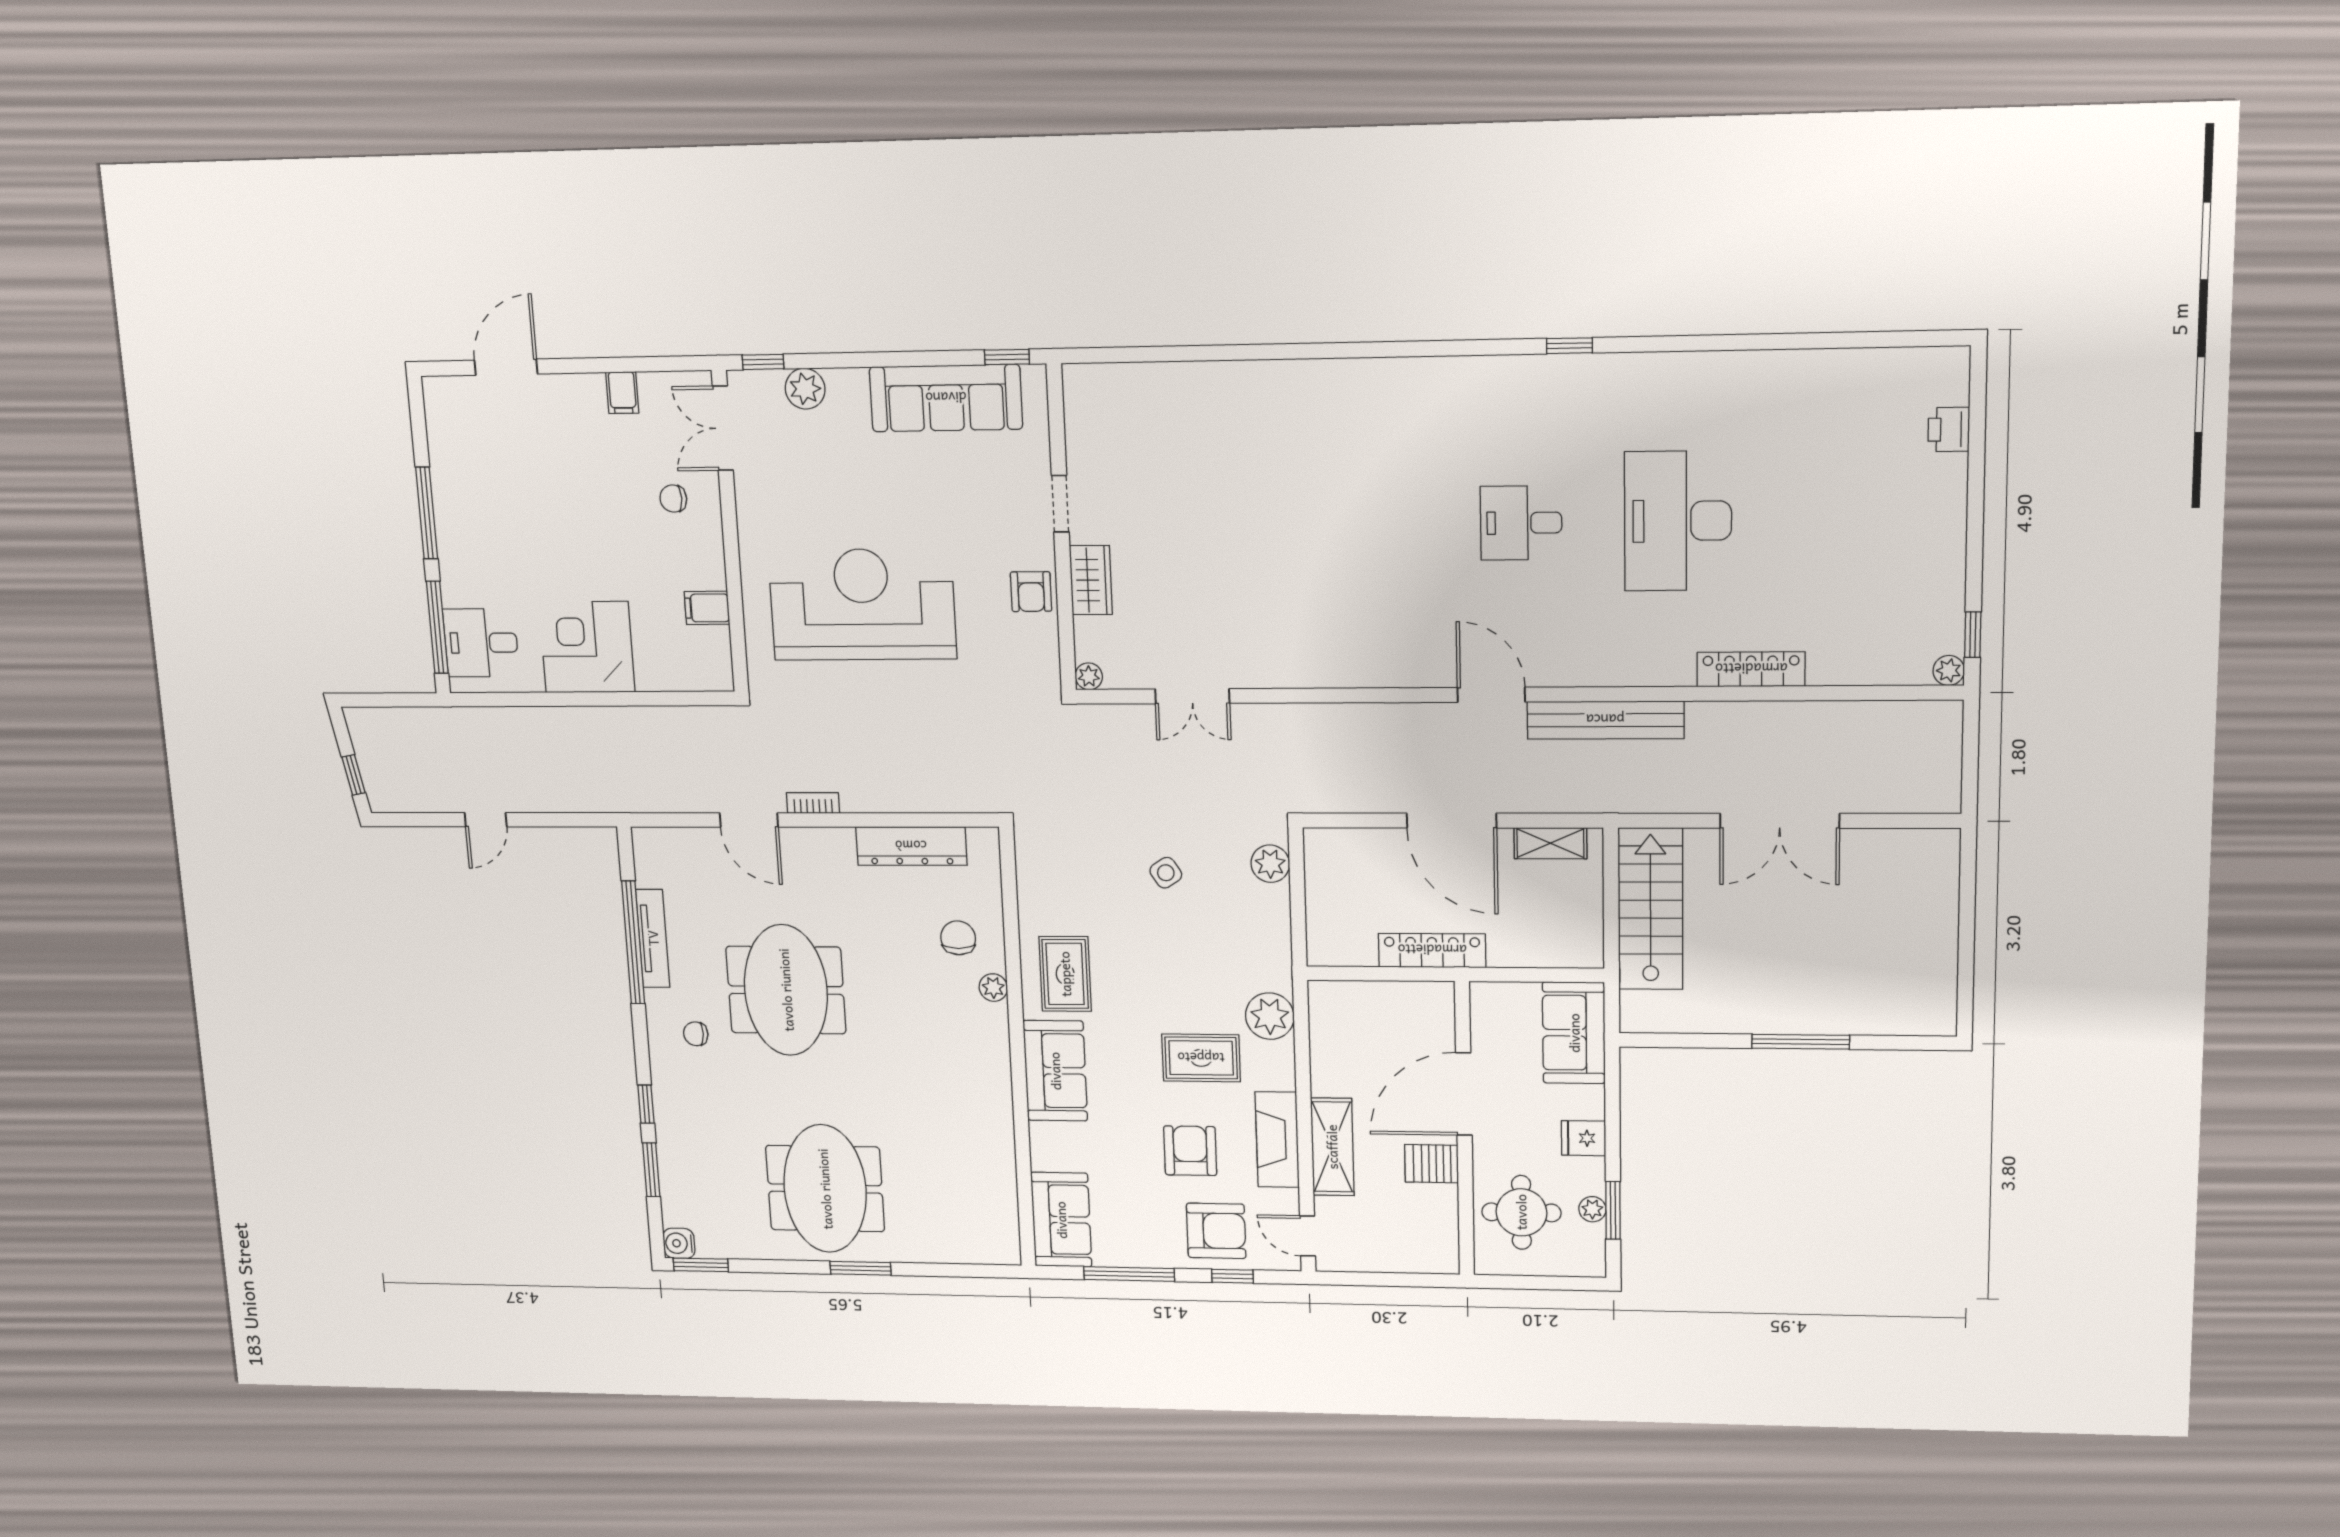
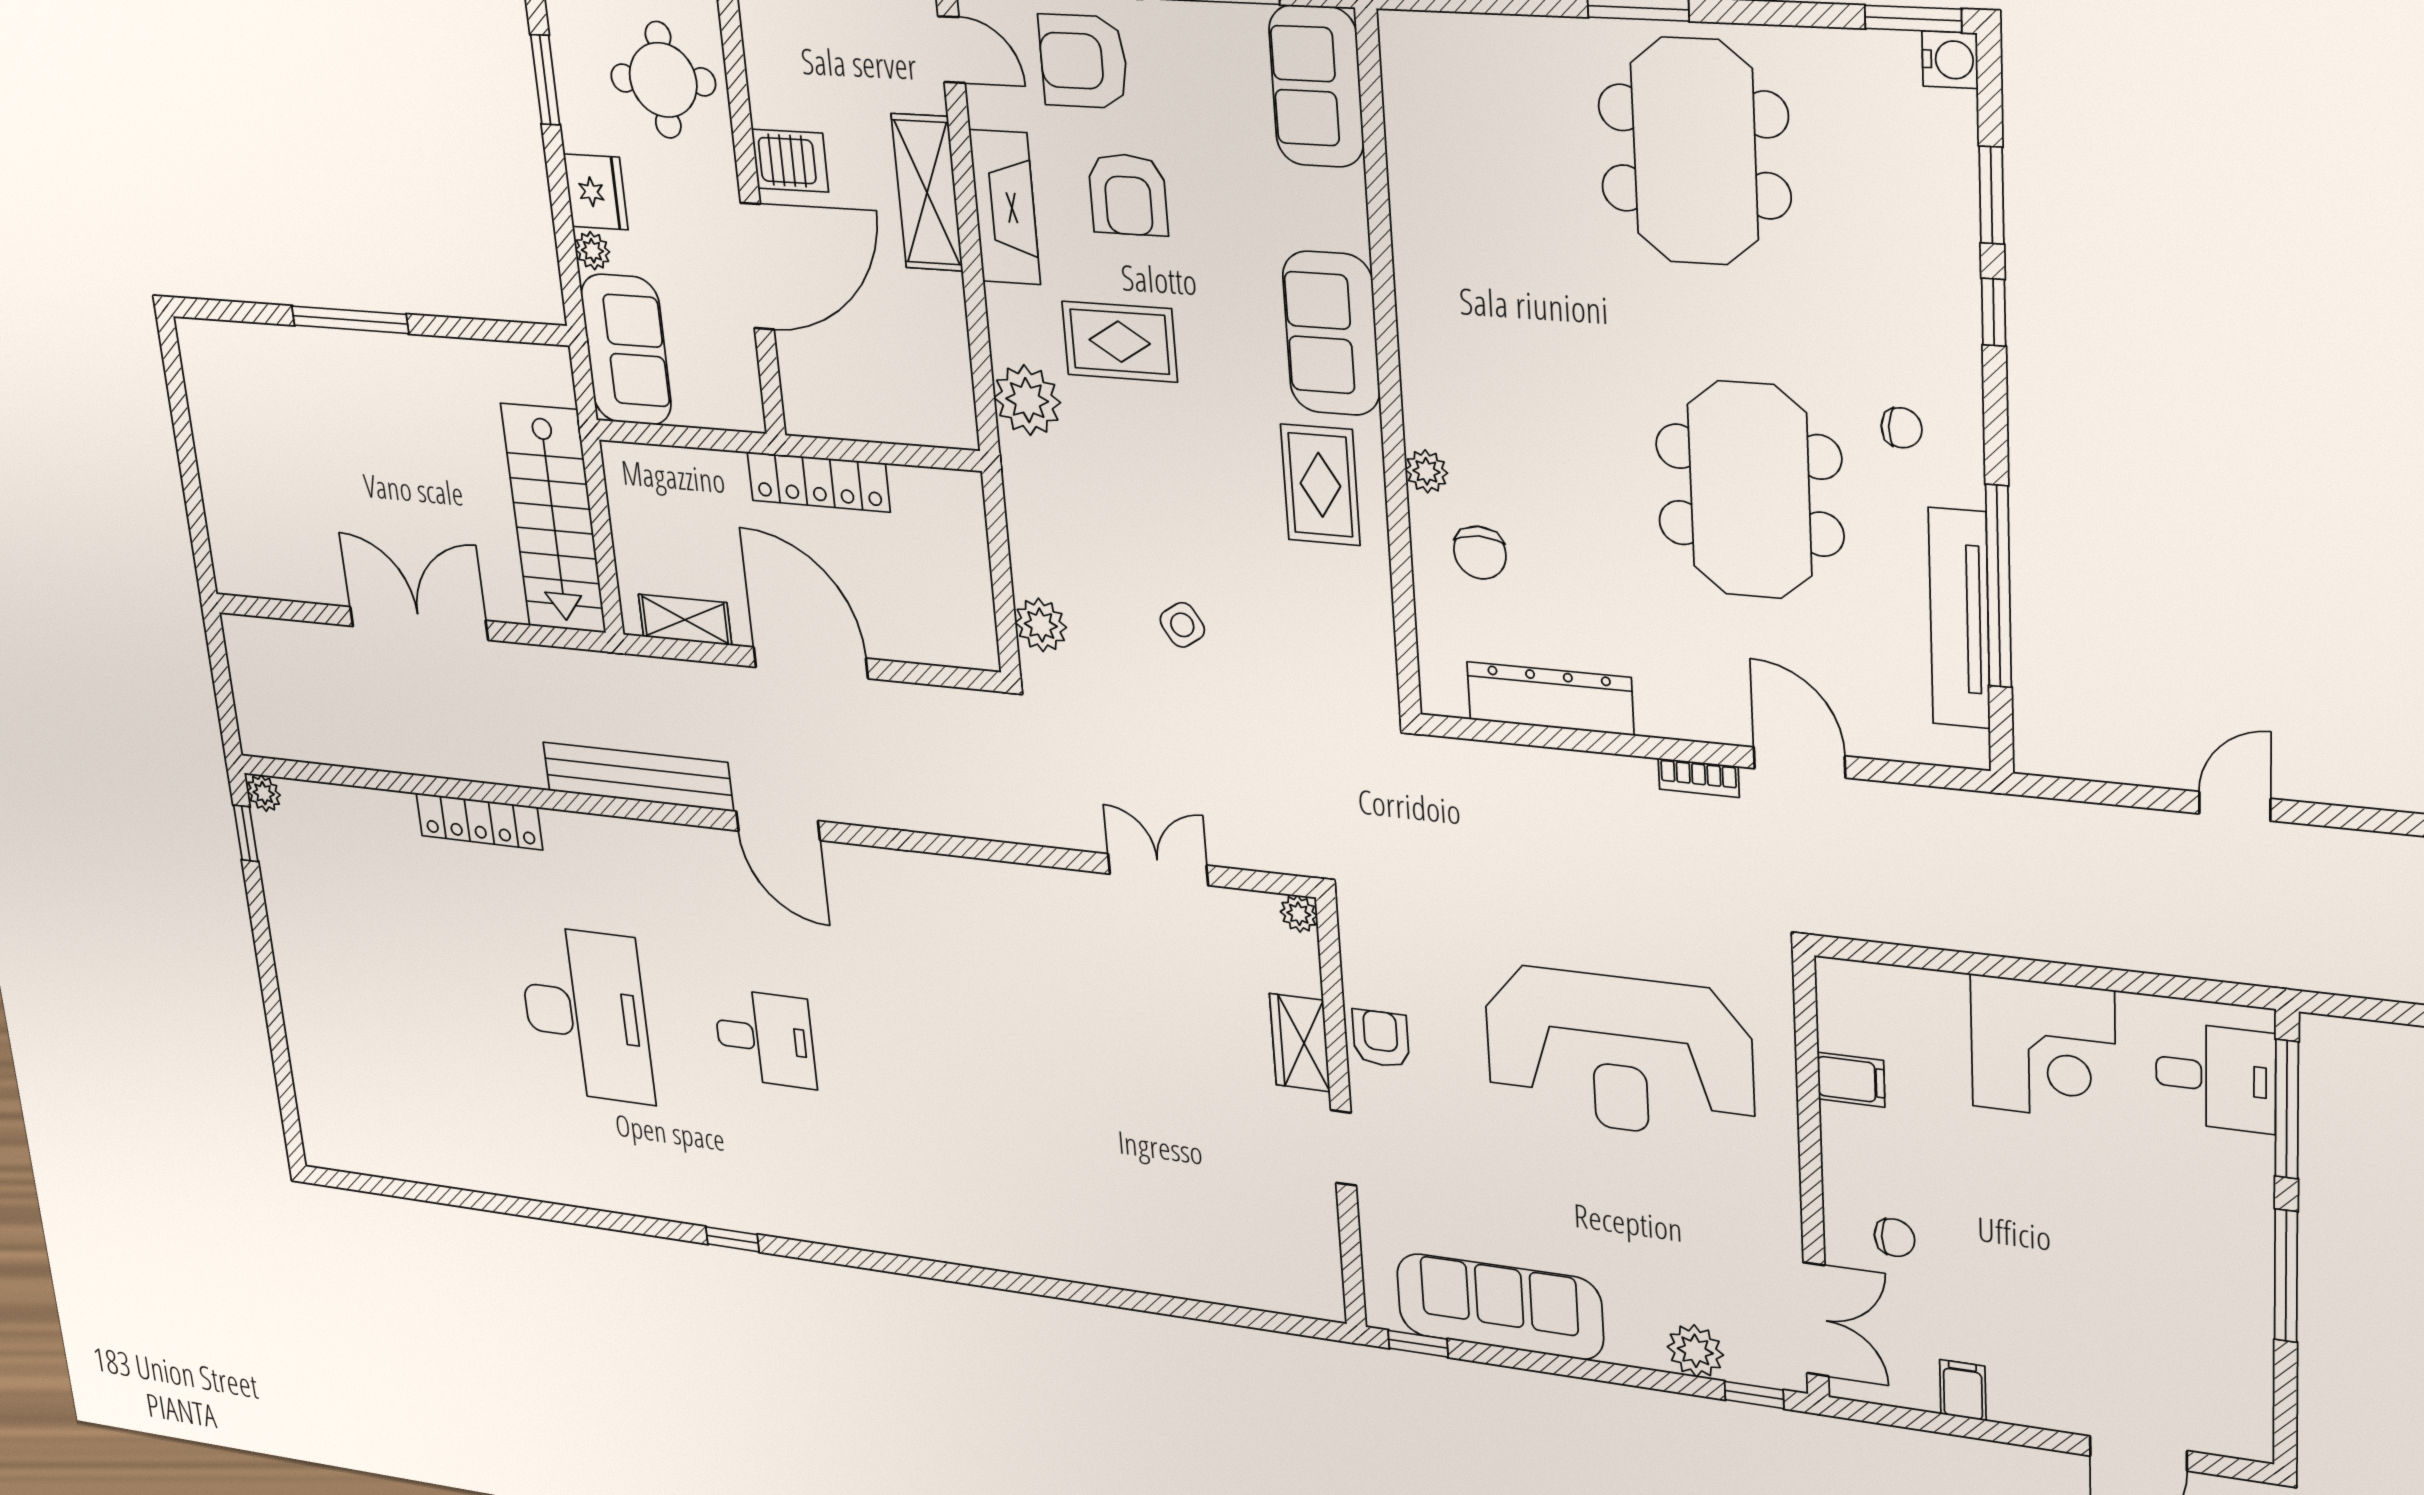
printer: (1949, 429) -> (312, 1076), removed
tv unit: (653, 938) -> (1959, 619), width x1.36, depth x1.29
fridge: (1583, 1138) -> (596, 192), width x1.38
plant: (1592, 1209) -> (592, 251), moved

